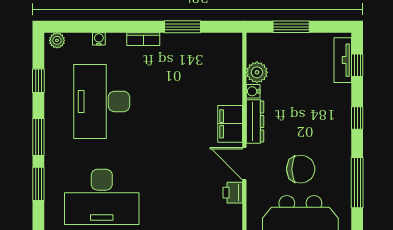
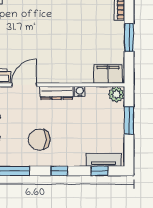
plant: (257, 72) -> (116, 94), moved
filing cabinet: (230, 124) -> (108, 74), moved
chair: (301, 169) -> (39, 140), moved, turned 90

